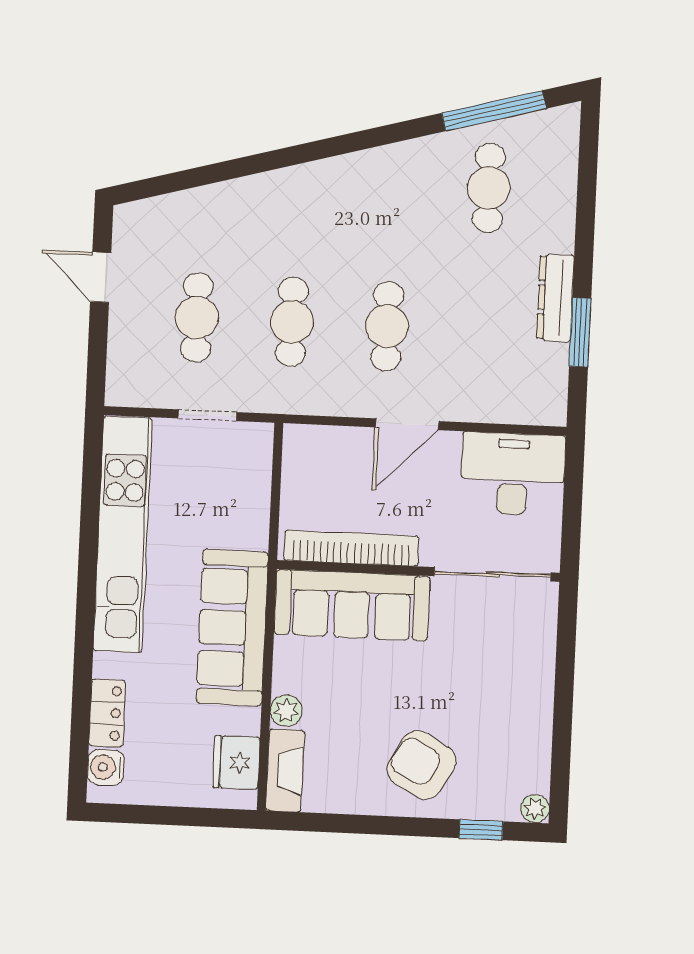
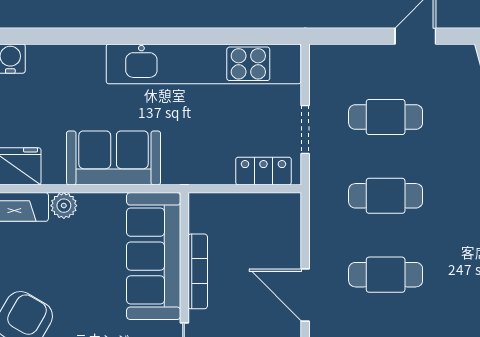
bookcase: (351, 548) -> (198, 271), width x0.68, depth x0.76
sofa: (232, 628) -> (114, 158), width x0.73
locker: (107, 713) -> (263, 171), moved, turned 180

